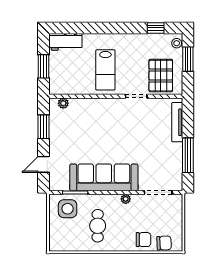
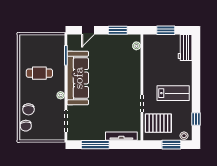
lab bench: (105, 70) -> (173, 93), moved, turned 180
door: (43, 164) -> (88, 30), swing flipped
side table: (68, 209) -> (53, 49), removed

